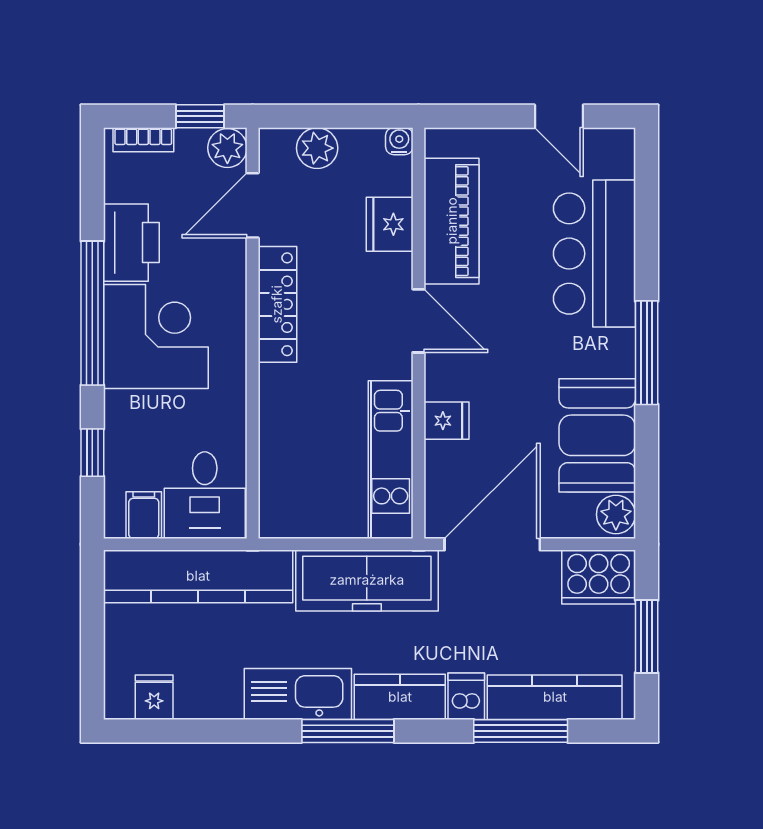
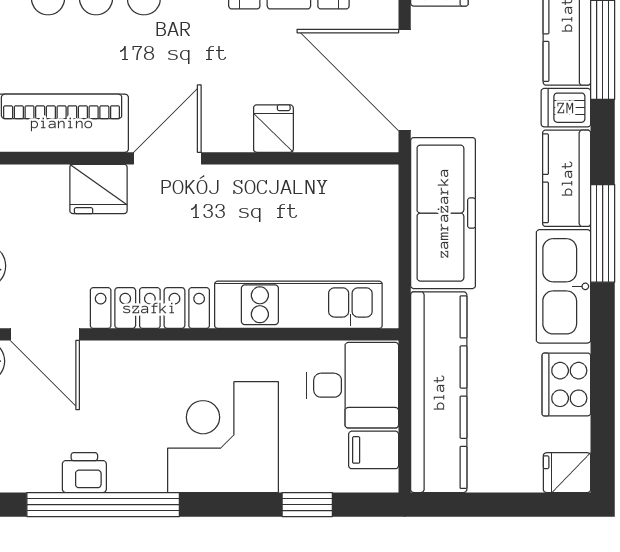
fridge: (390, 224) -> (98, 189), moved
printer: (131, 243) -> (84, 473), width x0.53, depth x0.68
window: (92, 313) -> (103, 505), moved
corner desk: (156, 336) -> (223, 437), moved
kitchen unit: (391, 460) -> (298, 305), moved, turned 180
fridge: (154, 697) -> (567, 473), moved
cooker: (205, 697) -> (566, 384), added

